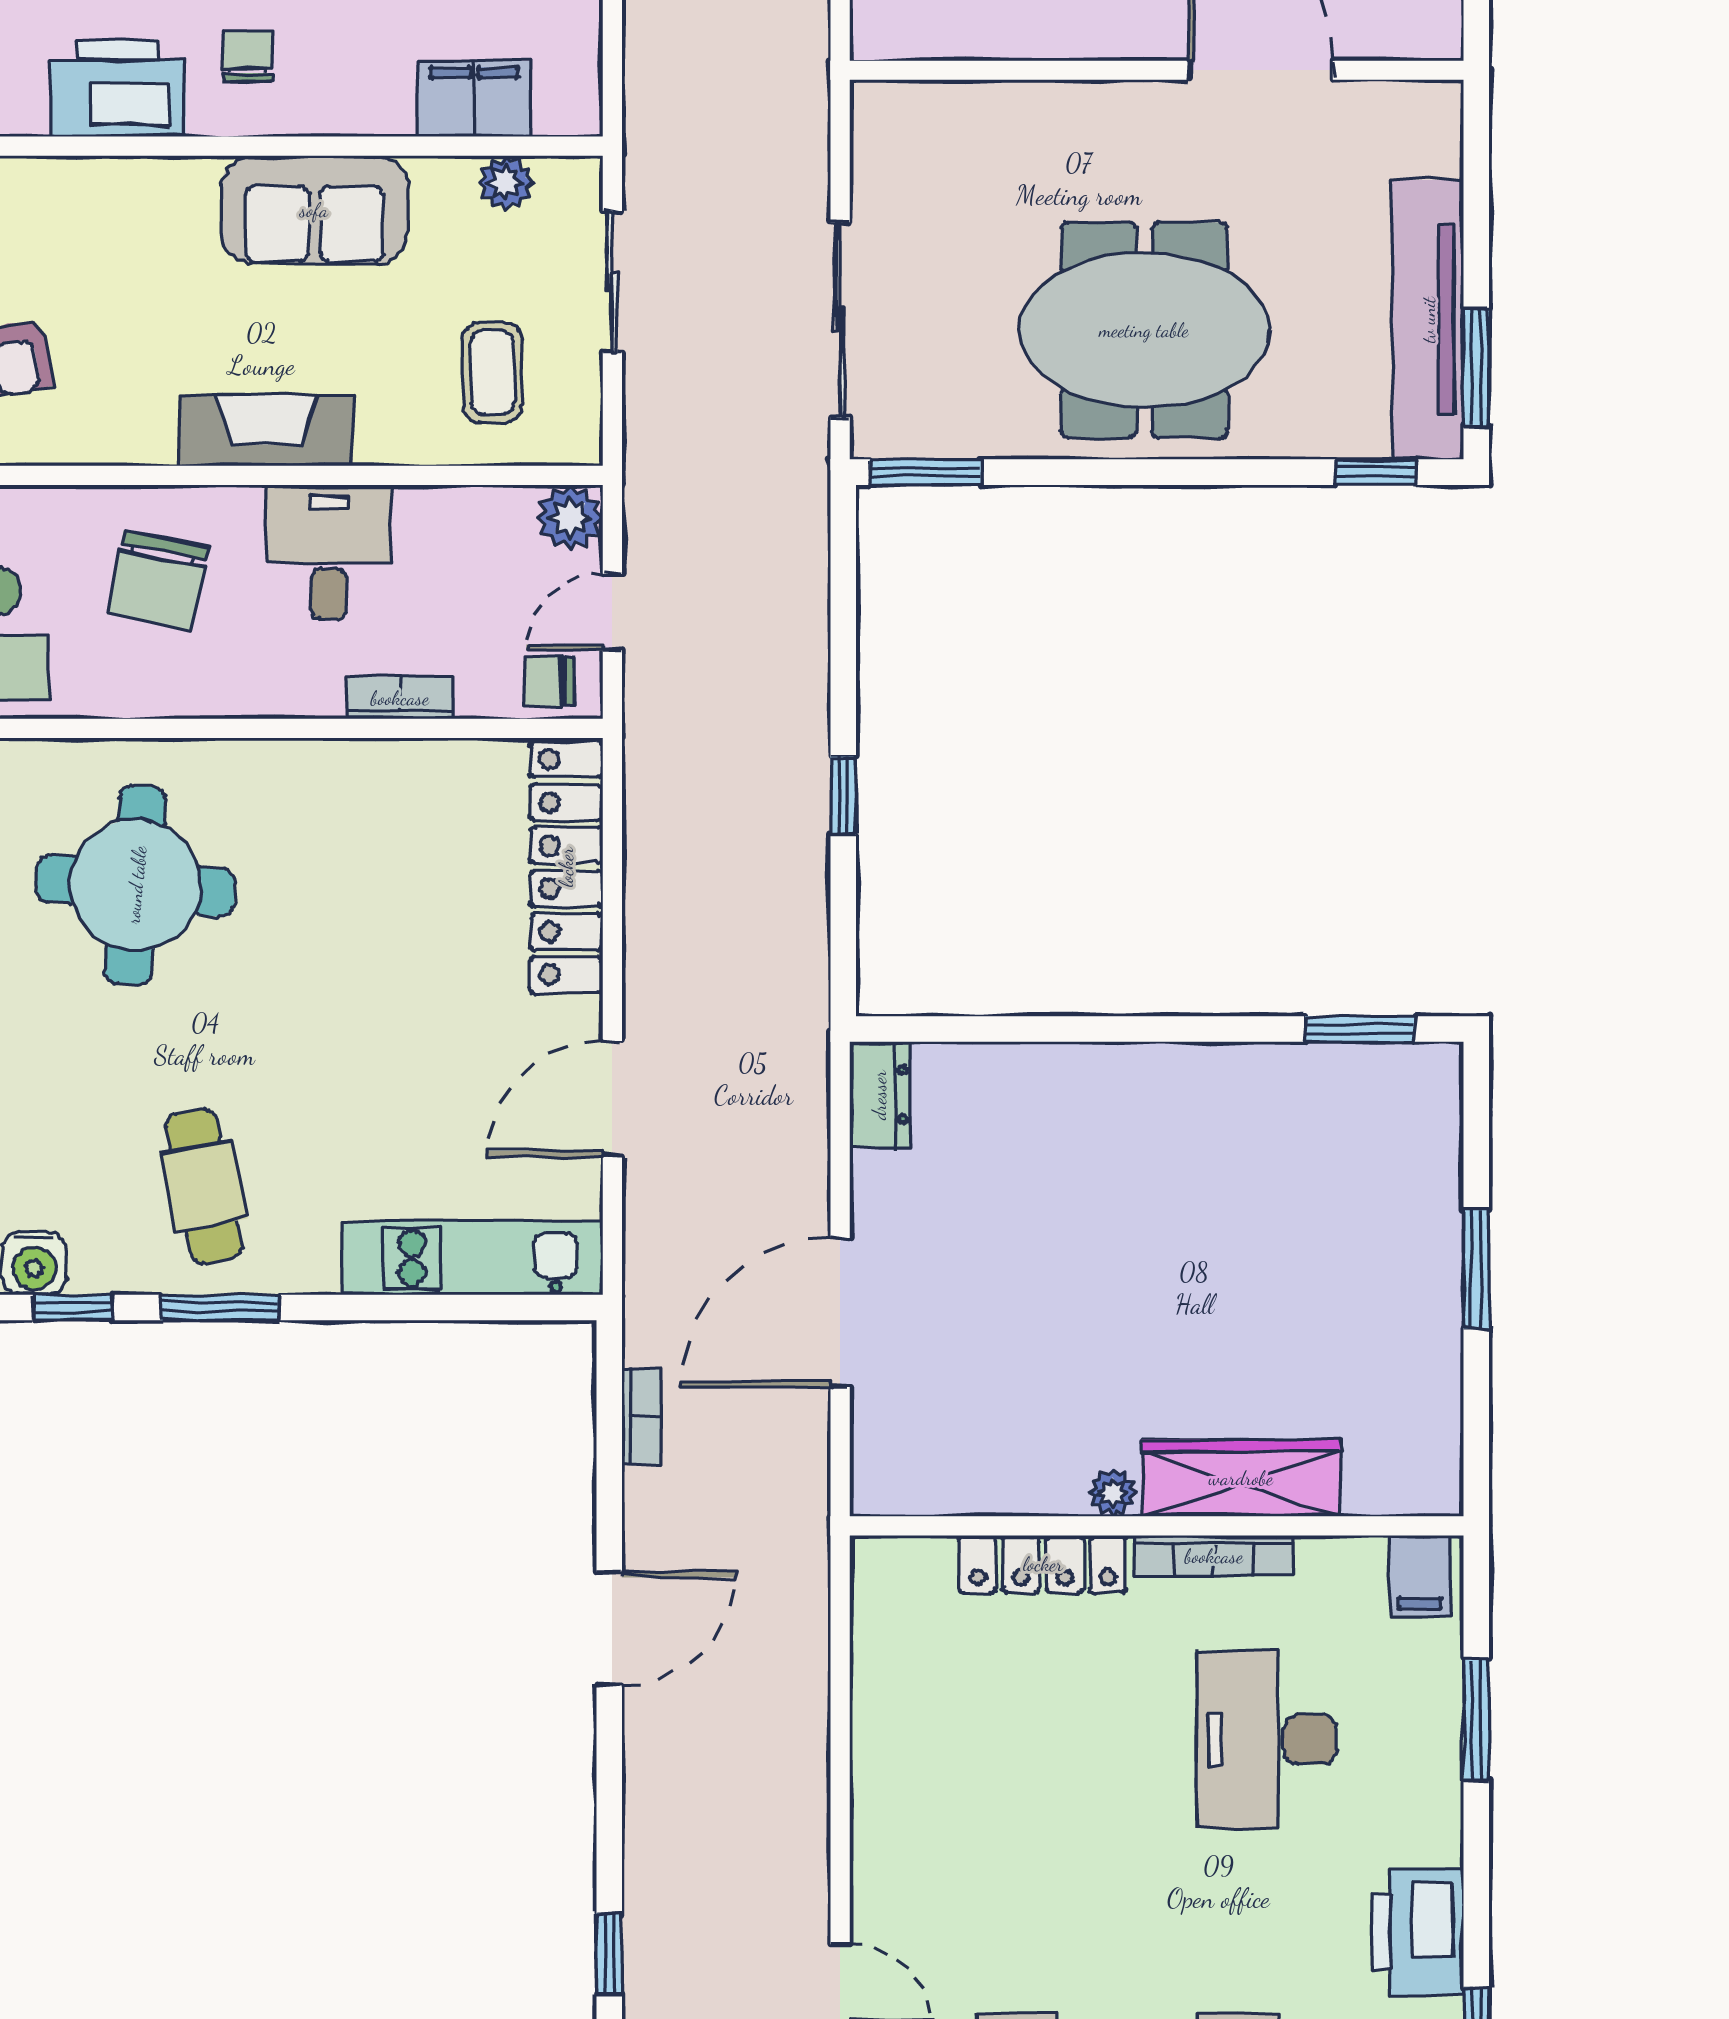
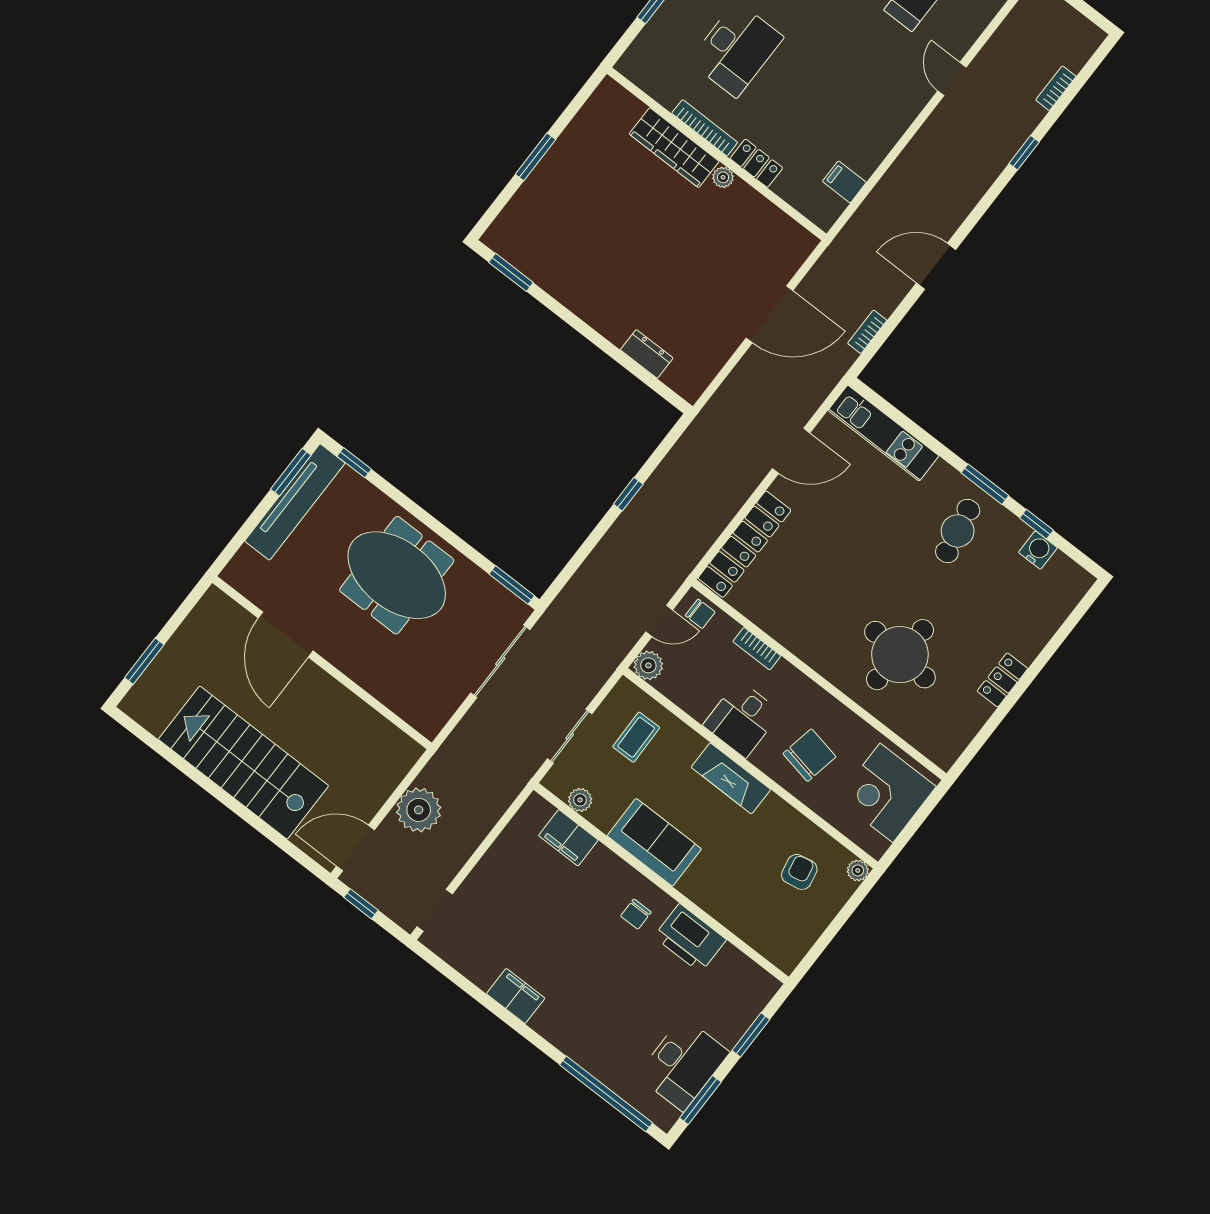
dresser: (879, 1095) -> (647, 354), moved, turned 90
locker: (1043, 1564) -> (756, 163), width x0.66
filing cabinet: (1420, 1575) -> (844, 182), moved, turned -90

